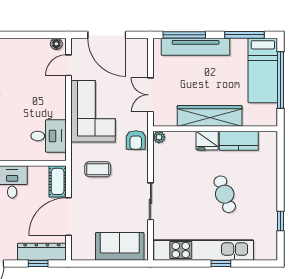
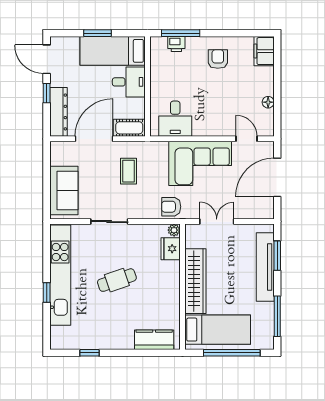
window: (184, 35) -> (277, 256), width x0.69
floor lamp: (56, 44) -> (268, 102), moved
bed: (263, 70) -> (218, 330), moved, turned 180
fridge: (207, 141) -> (171, 249), moved
kitchen counter: (239, 141) -> (154, 340), moved, turned 90
coffee table: (98, 169) -> (129, 171), moved
cafe table: (225, 194) -> (117, 280), moved
door: (69, 216) -> (94, 139), hinge flipped
window: (38, 263) -> (47, 93), moved

